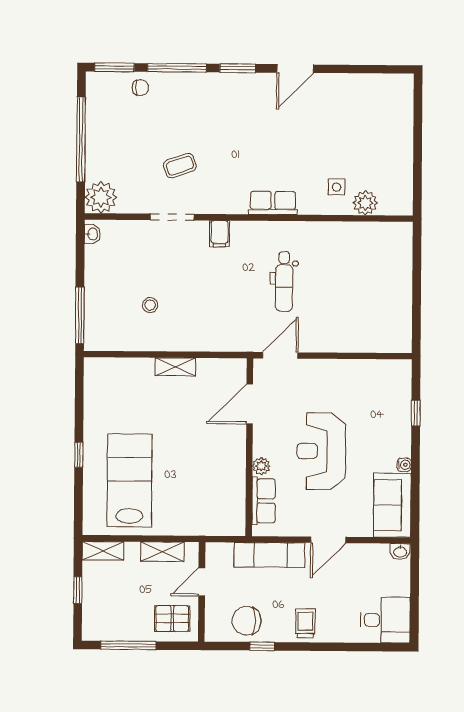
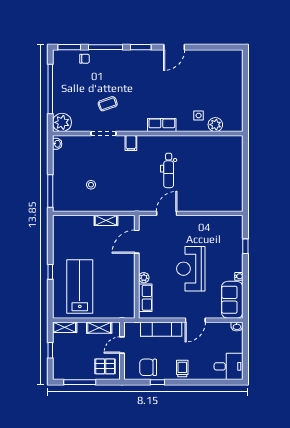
door: (250, 404) -> (137, 242), moved
wall: (249, 447) -> (137, 267), moved
plant: (261, 466) -> (144, 278), moved
row of seats: (264, 501) -> (145, 298), moved

